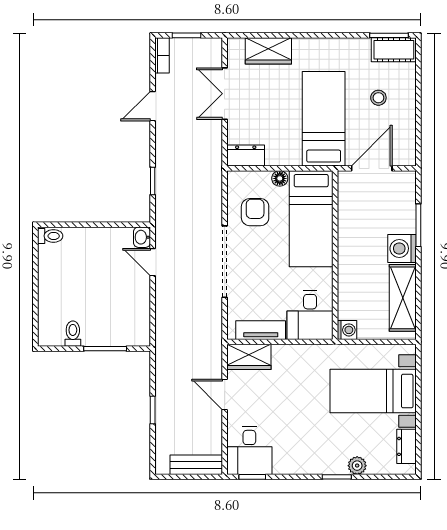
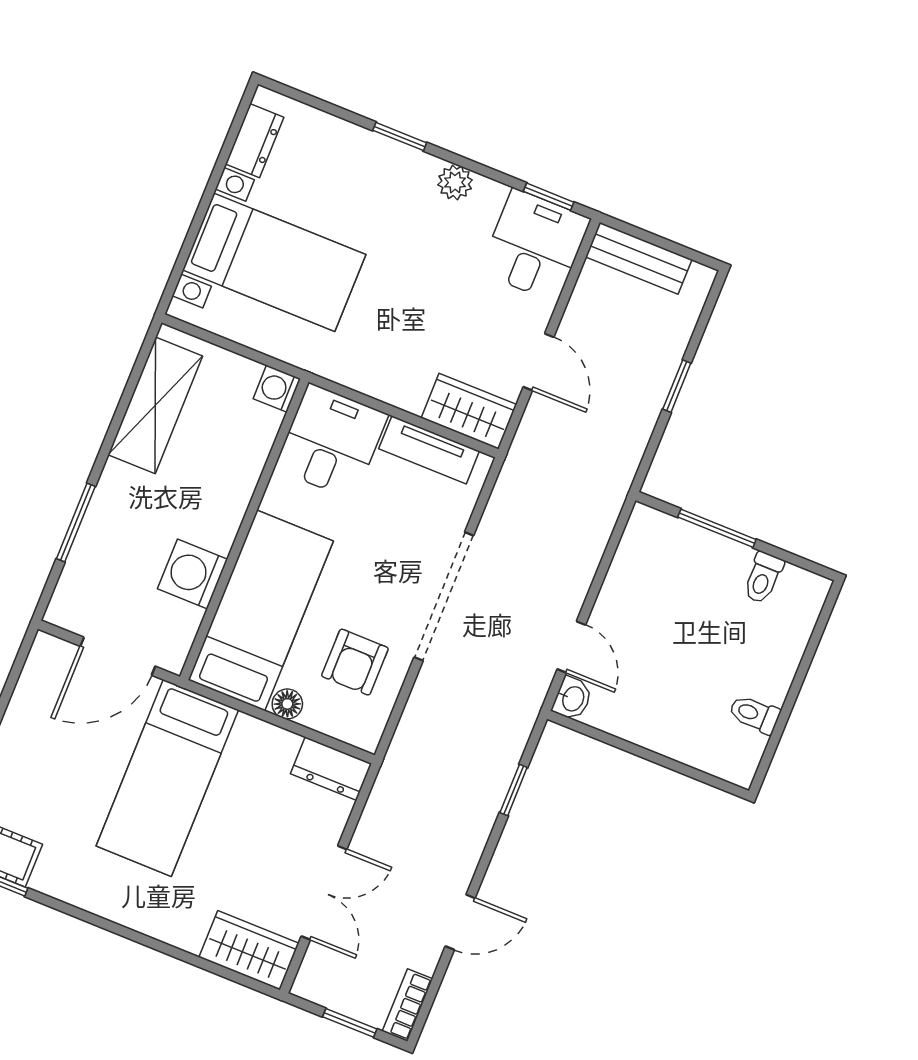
wardrobe: (268, 51) -> (249, 950), moved
stool: (378, 98) -> (56, 776), removed
toilet: (50, 236) -> (754, 714), moved
washing machine: (402, 248) -> (193, 574), moved, turned 180
plant: (357, 466) -> (455, 182), moved

